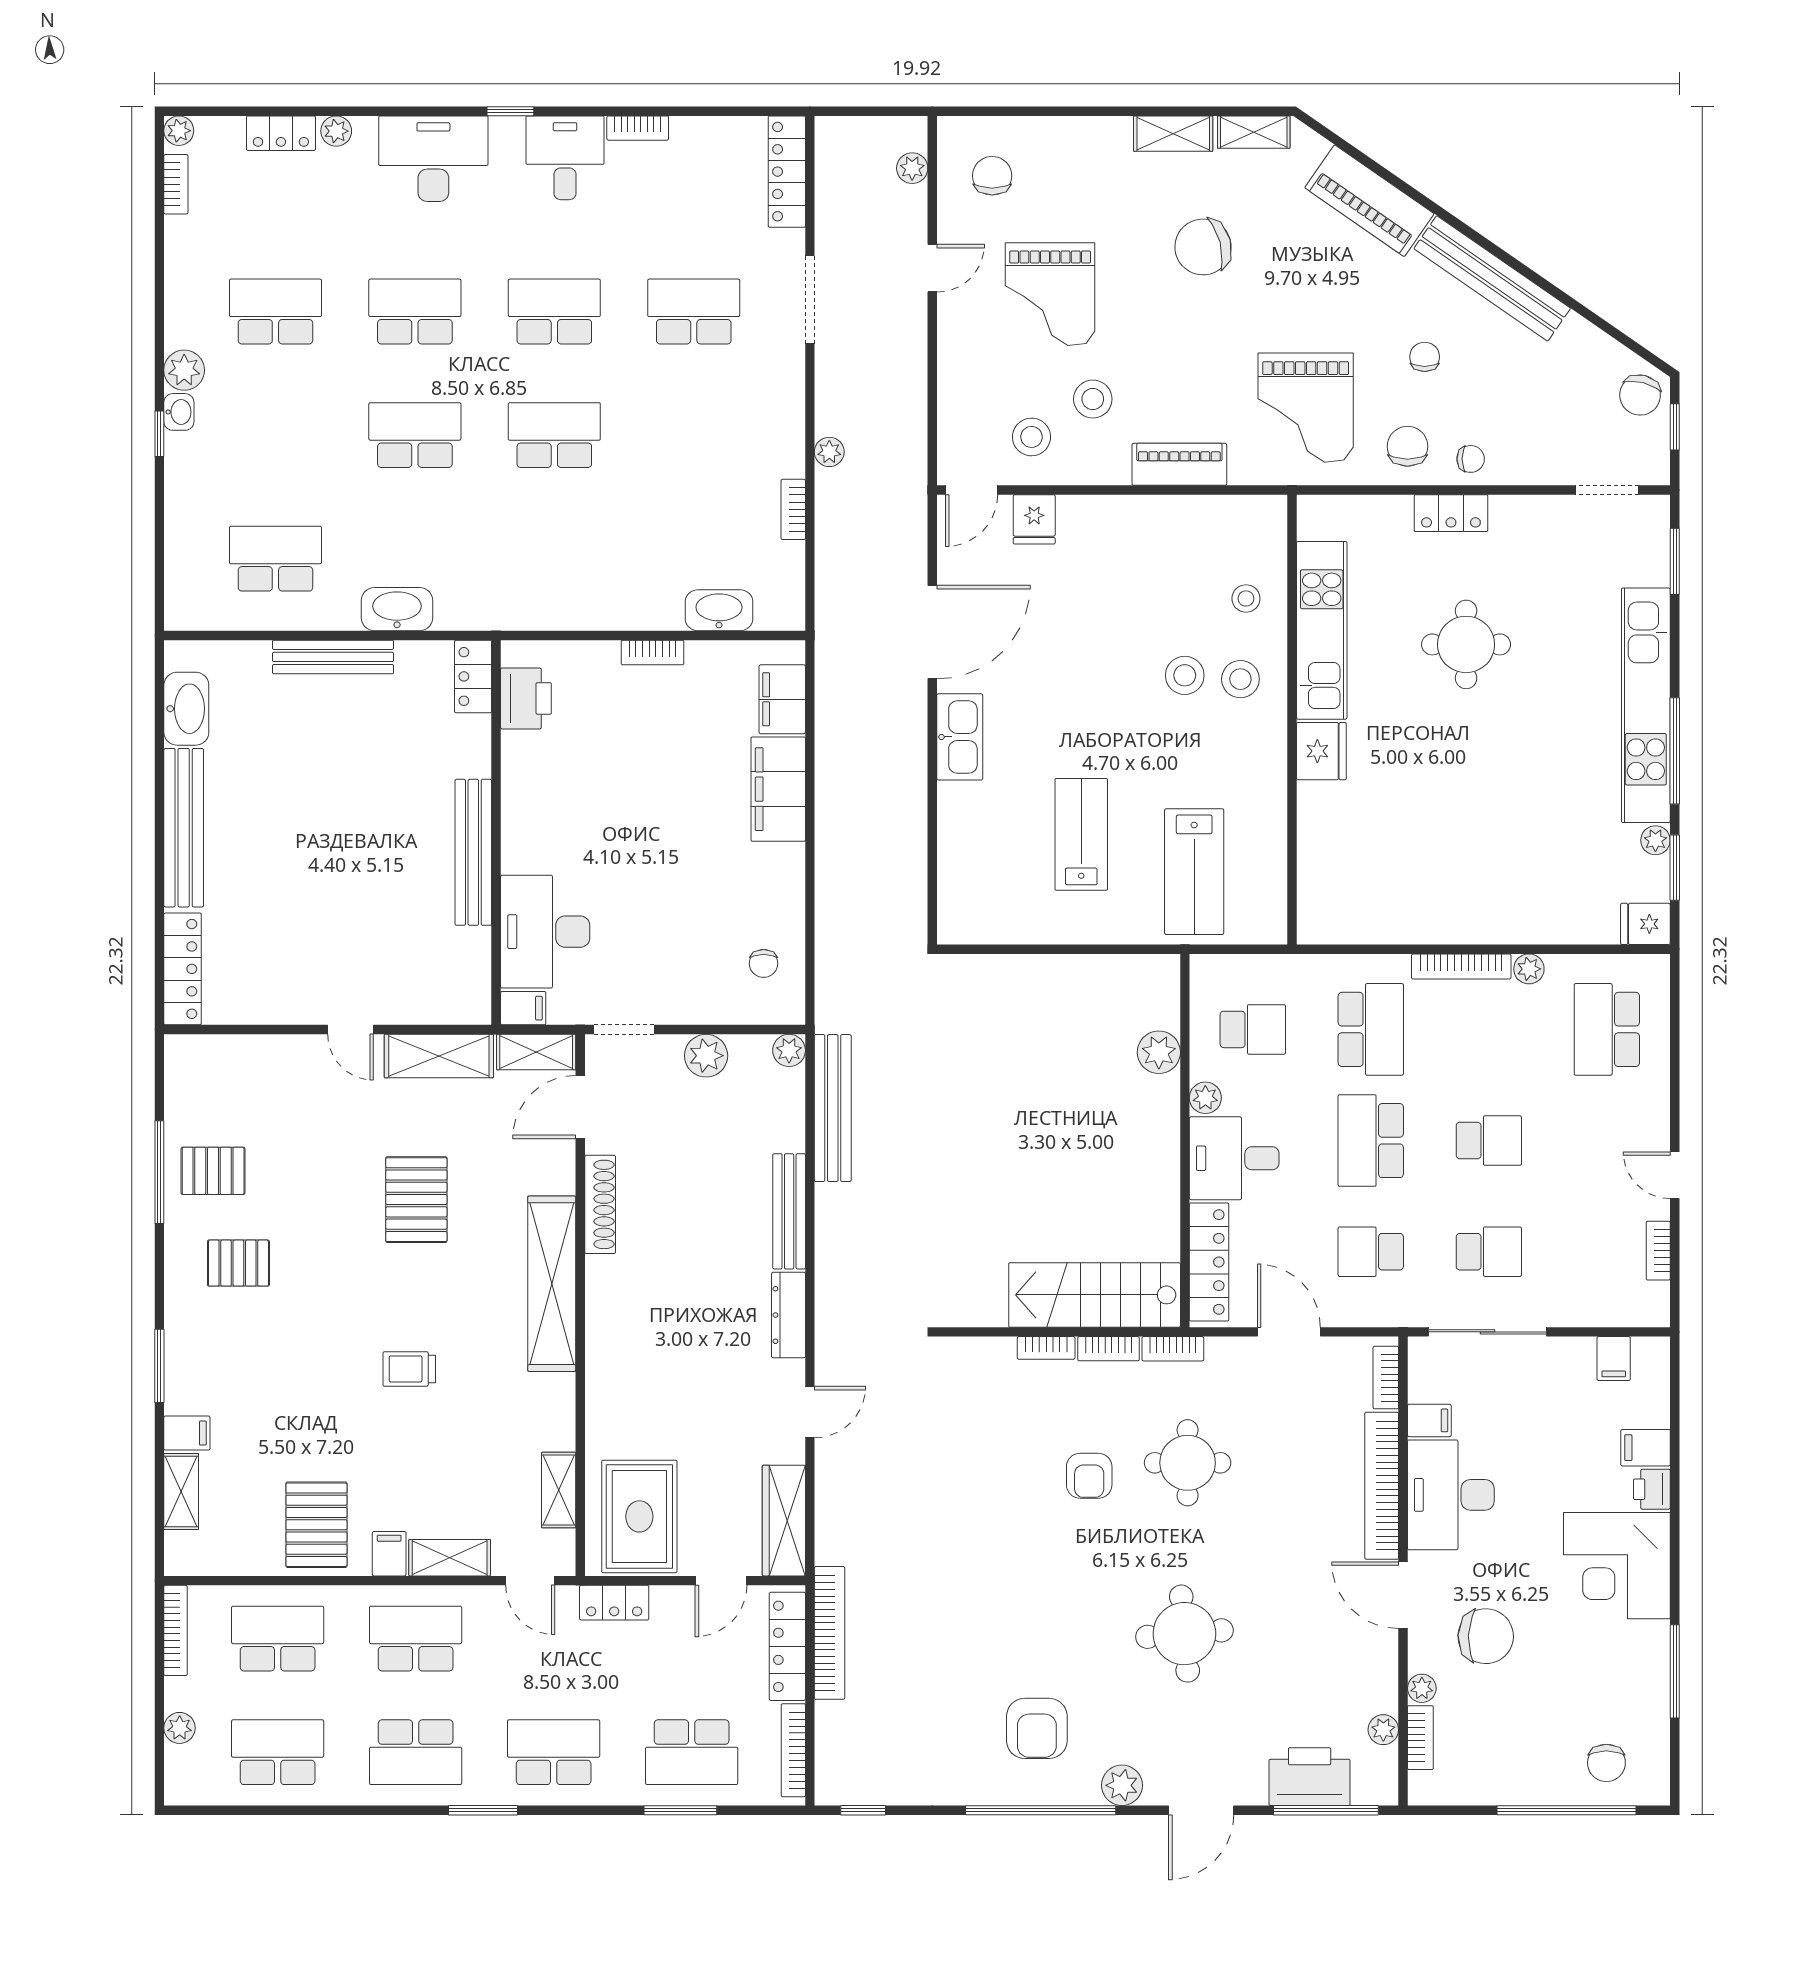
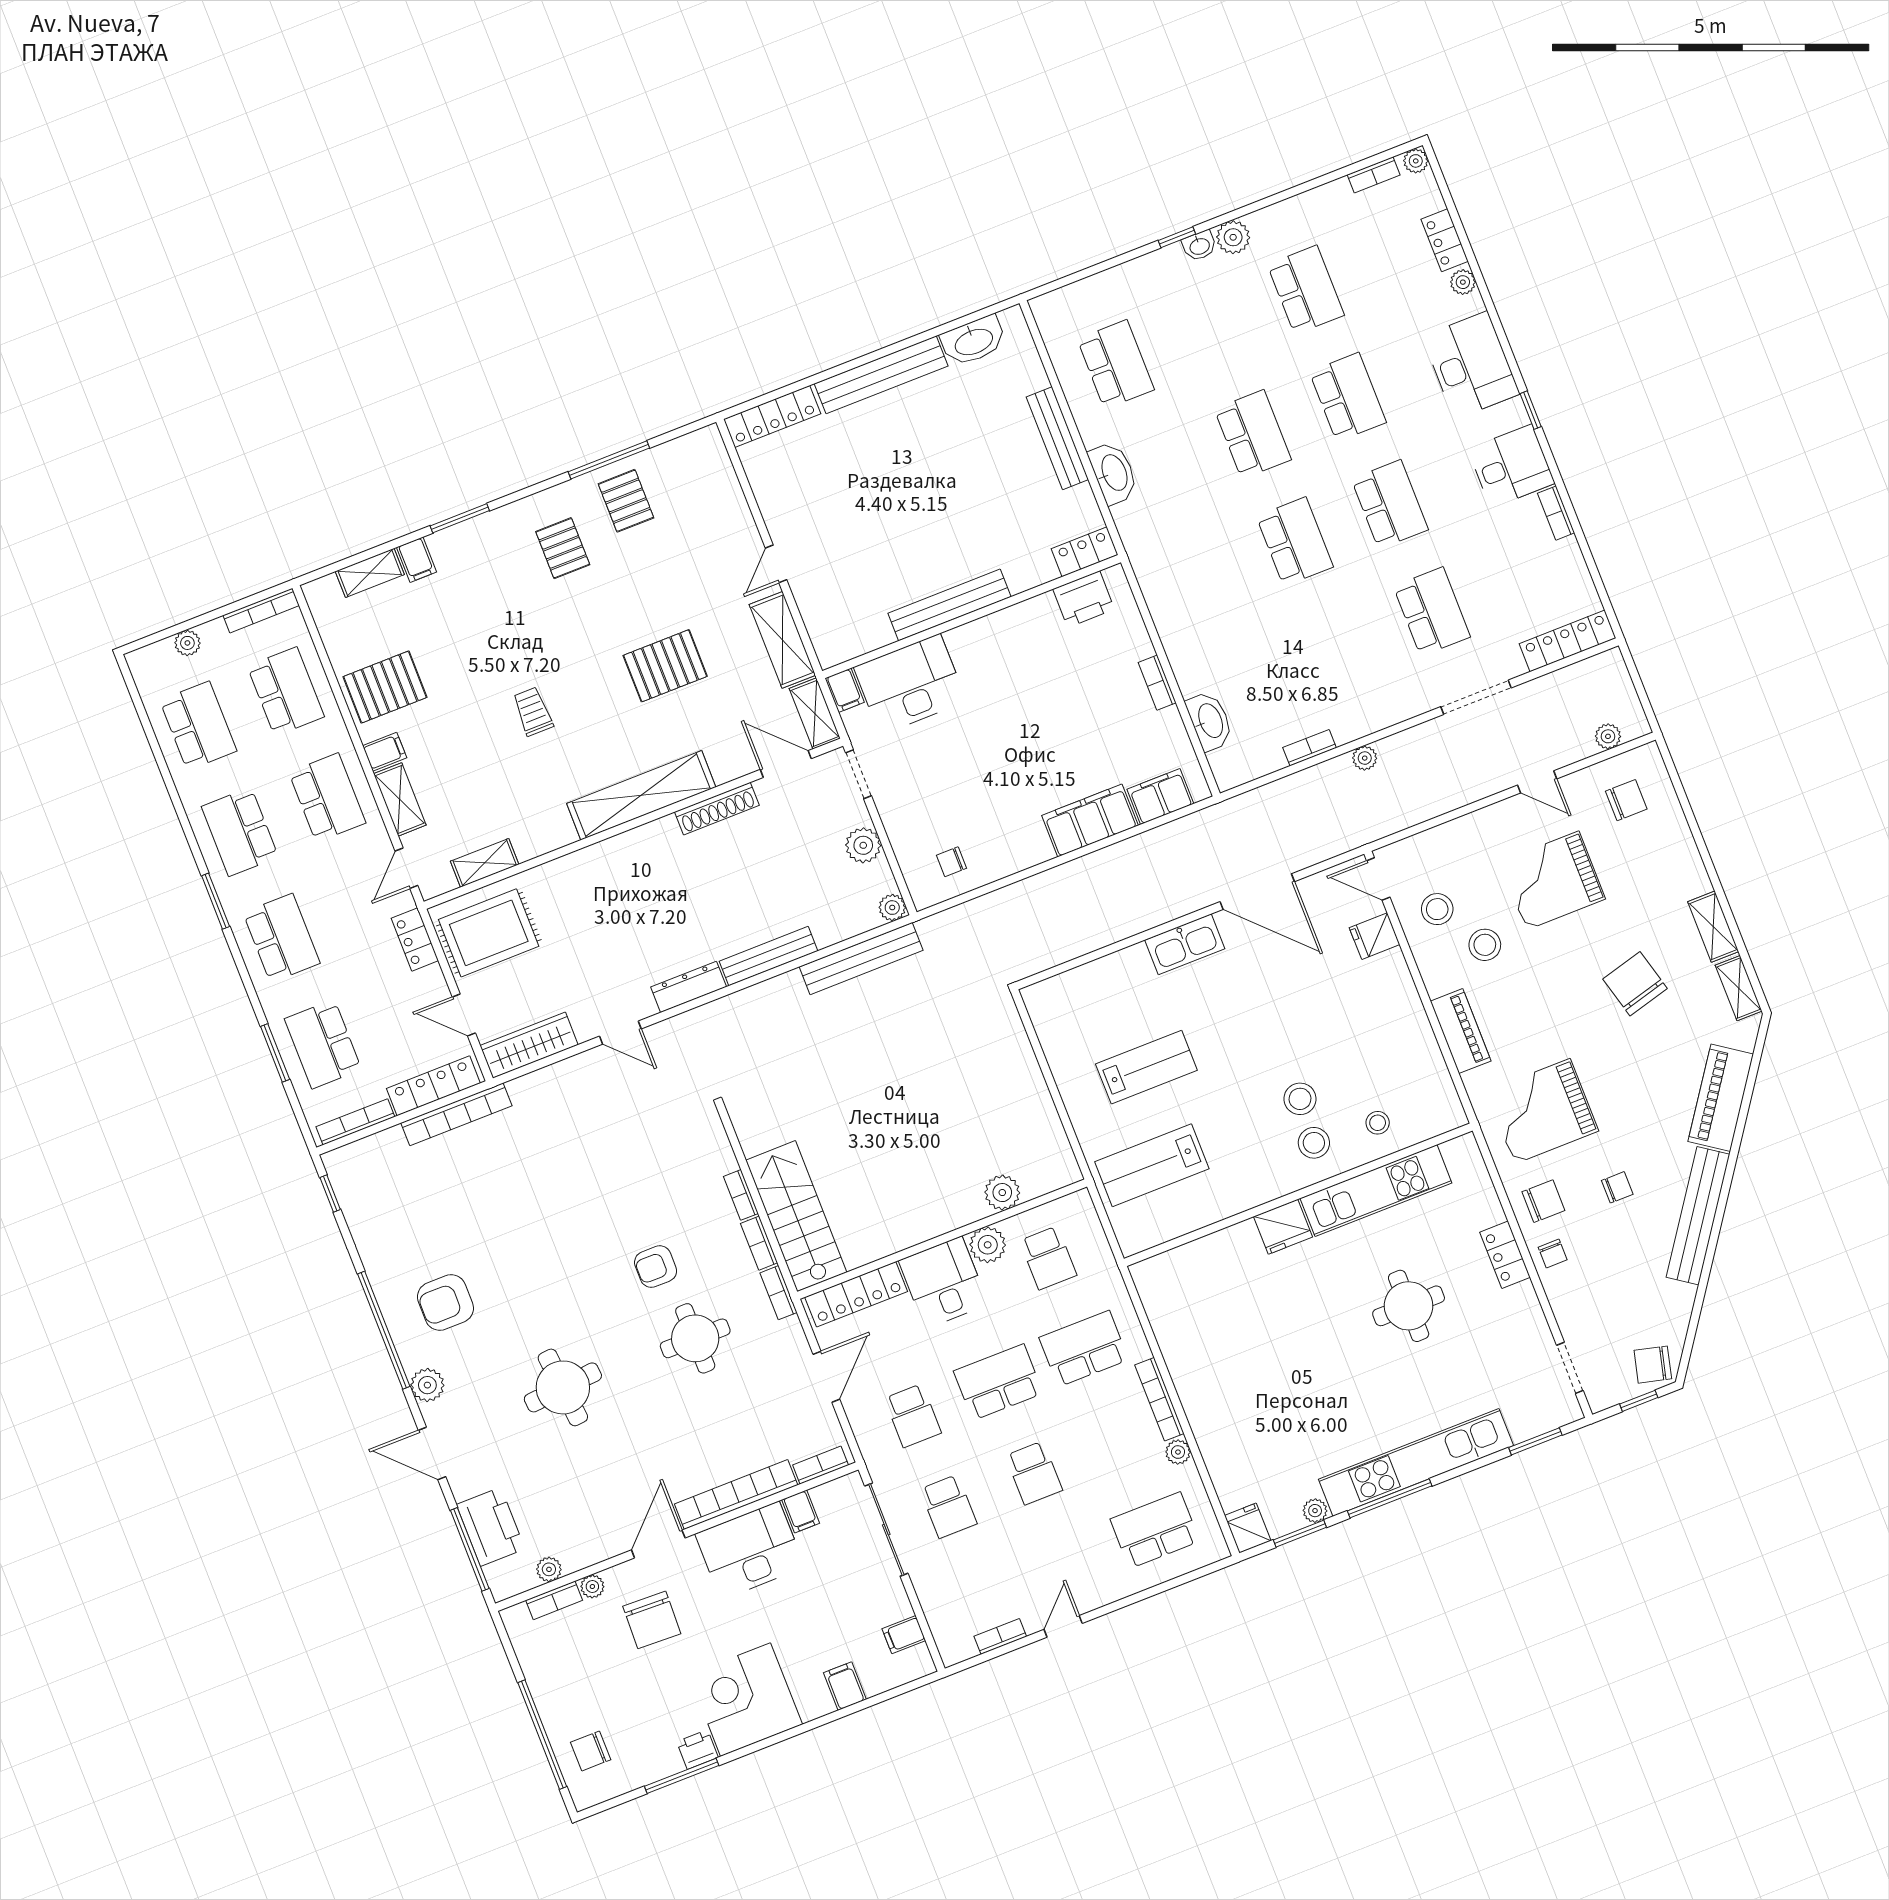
school desk: (1371, 1029) -> (1084, 1349), turned 180
plant: (1205, 1098) -> (988, 1245), width x1.38, depth x1.38
school desk: (1371, 1252) -> (913, 1416), turned 180
printer: (1652, 1489) -> (697, 1749), moved

